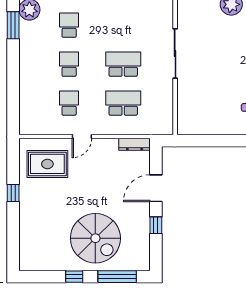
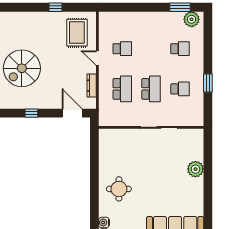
school desk: (69, 64) -> (180, 89), moved
dresser: (135, 144) -> (92, 86), moved
door: (156, 188) -> (72, 113), moved

